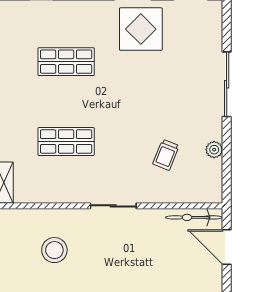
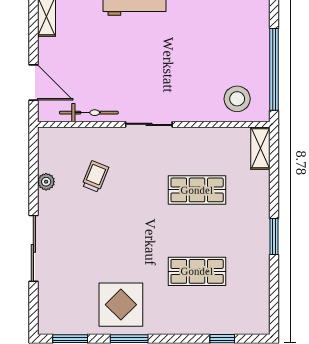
bicycle: (194, 217) -> (89, 113), moved
stool: (54, 250) -> (237, 99), moved

